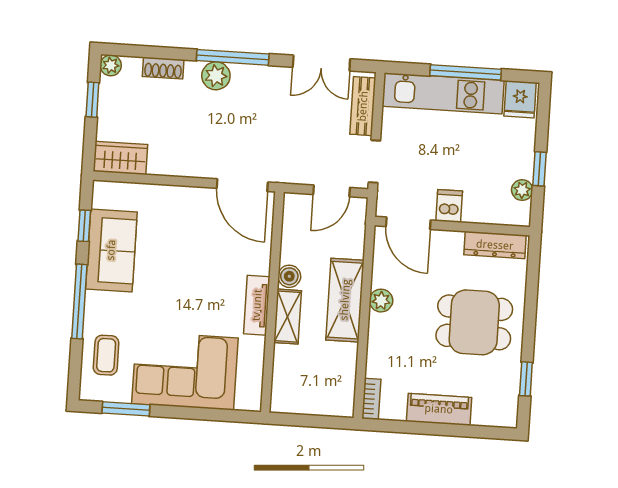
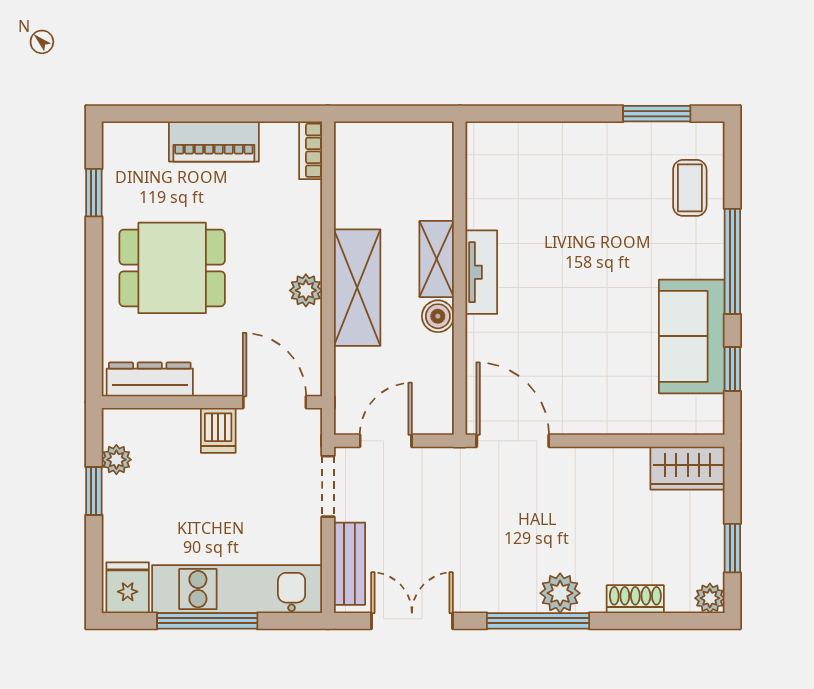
corner sofa: (185, 371) -> (577, 173), removed

